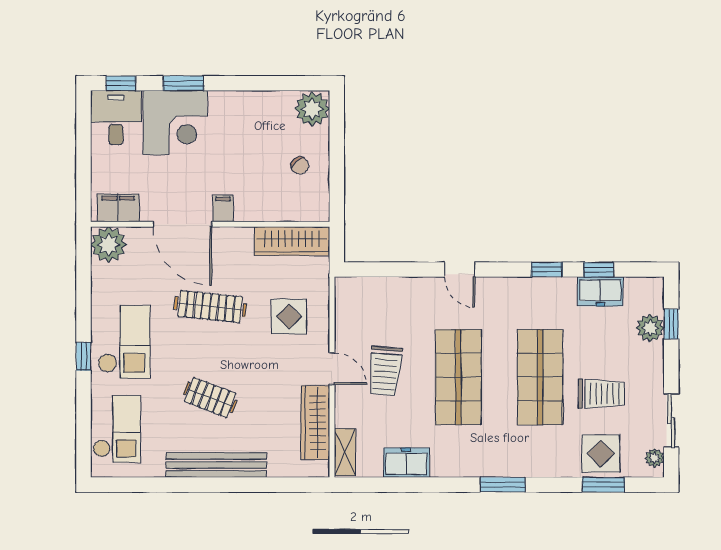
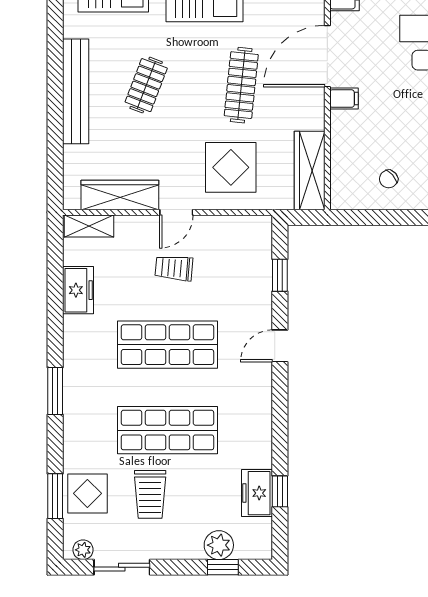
window: (547, 270) -> (280, 275), moved
display table: (289, 317) -> (231, 167), width x1.36, depth x1.36
trolley: (385, 371) -> (174, 268), width x0.73, depth x0.72

